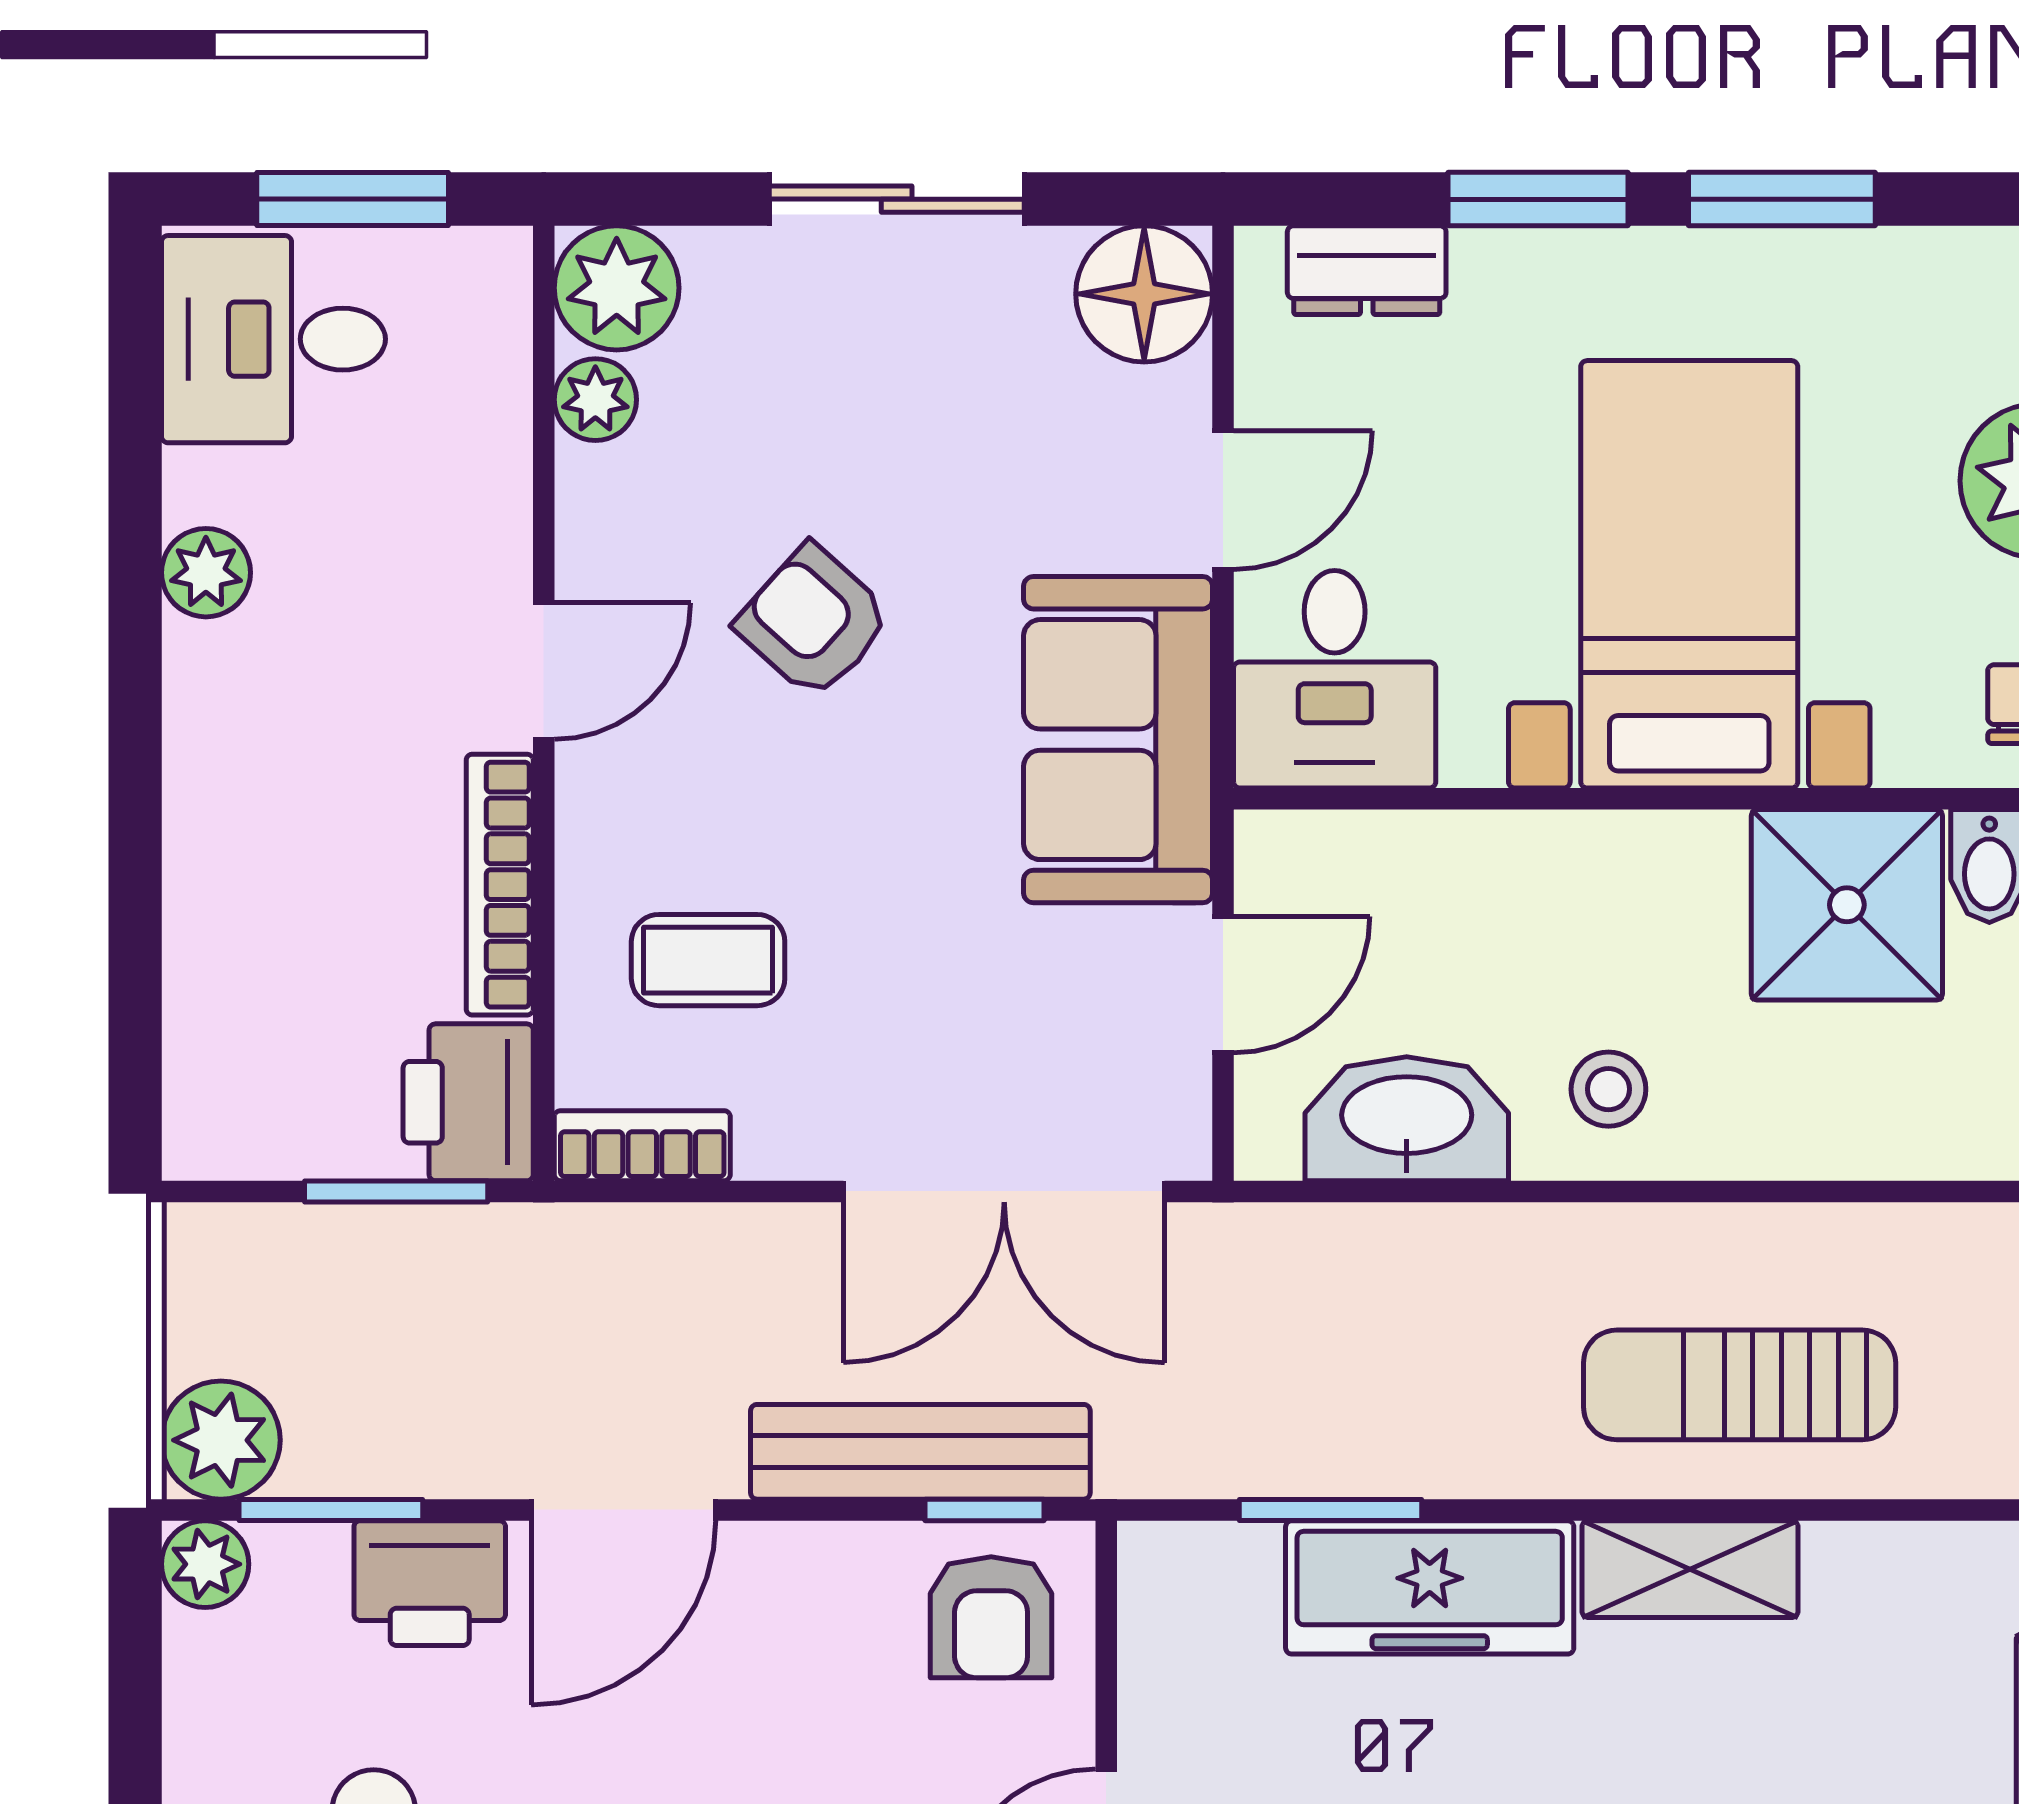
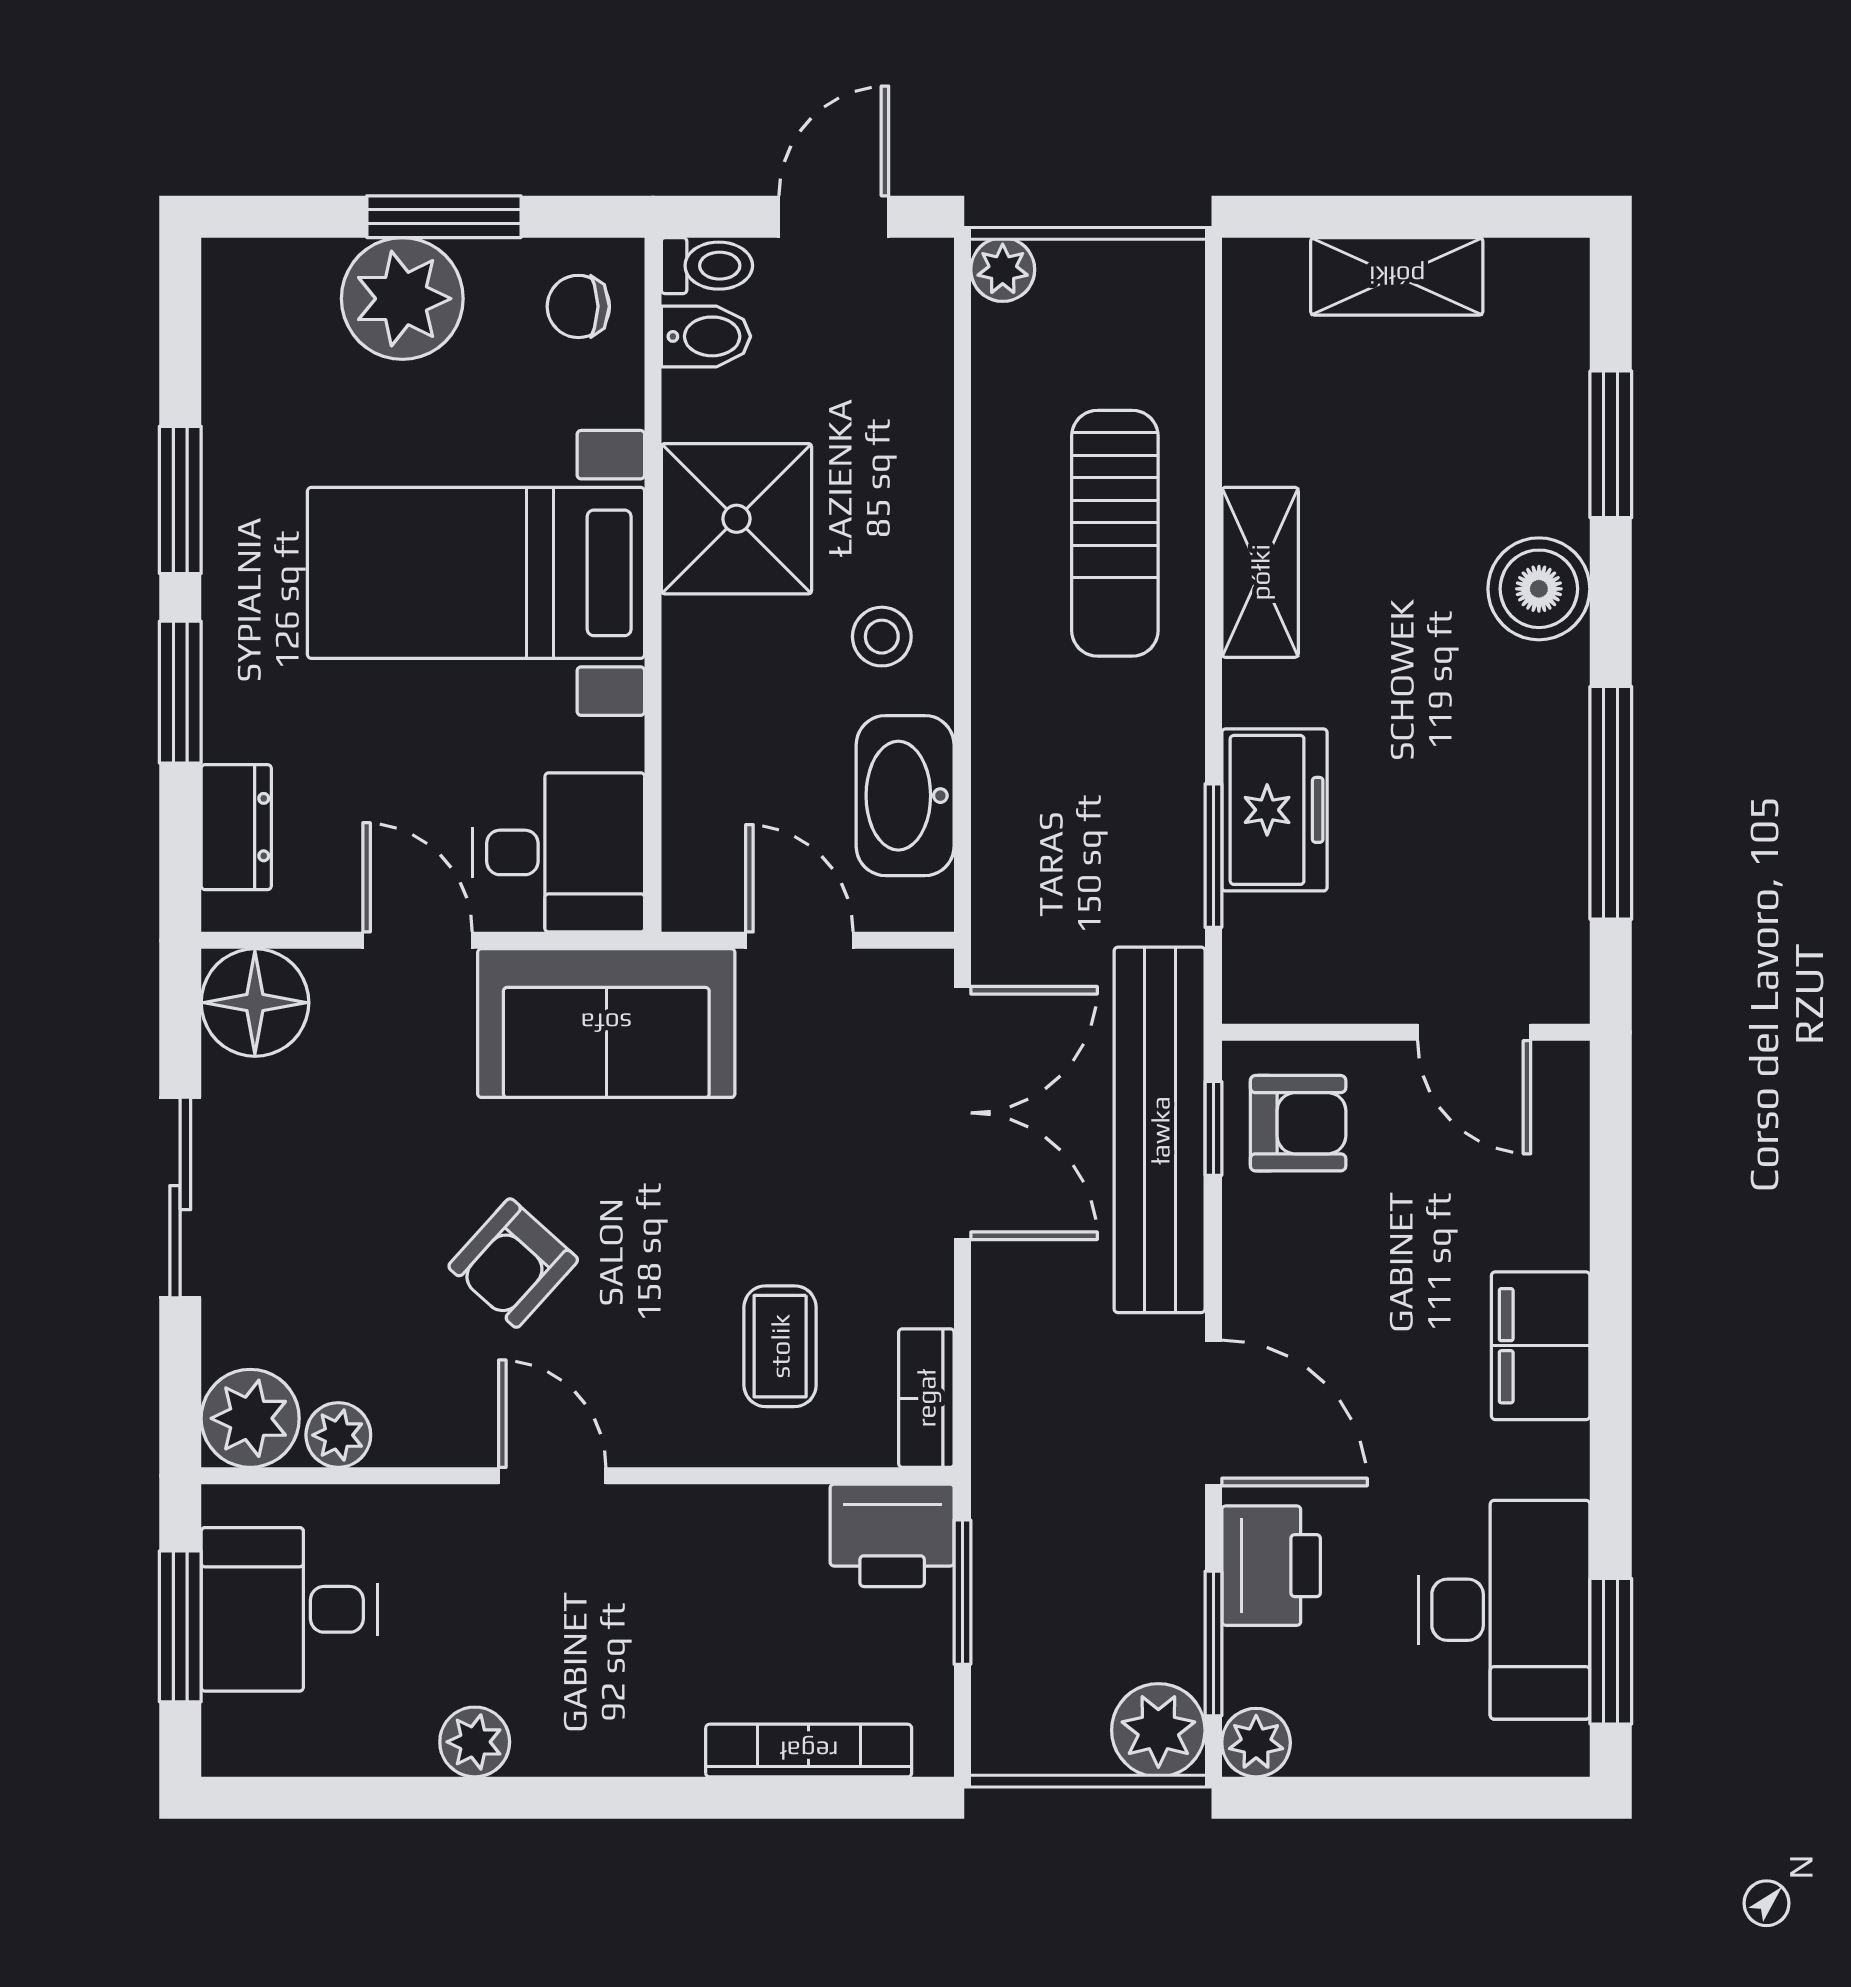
desk: (273, 339) -> (289, 1609), moved, turned 90
bookcase: (500, 885) -> (809, 1751), moved, turned 180
shower: (1847, 905) -> (736, 519), moved
bench: (920, 1452) -> (1160, 1130), width x1.37, depth x1.21
freezer: (1430, 1587) -> (1274, 810), width x0.71

